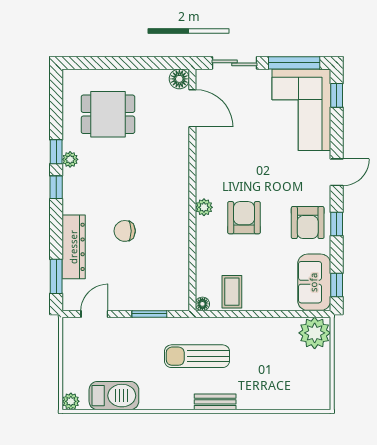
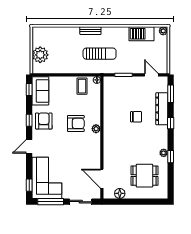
floor lamp: (179, 79) -> (120, 193), moved
window: (56, 187) -> (171, 123), moved
armchair: (244, 218) -> (76, 123), turned -90
door: (94, 314) -> (151, 75), swing flipped
plant: (315, 333) -> (40, 55), moved

